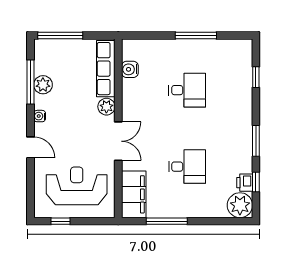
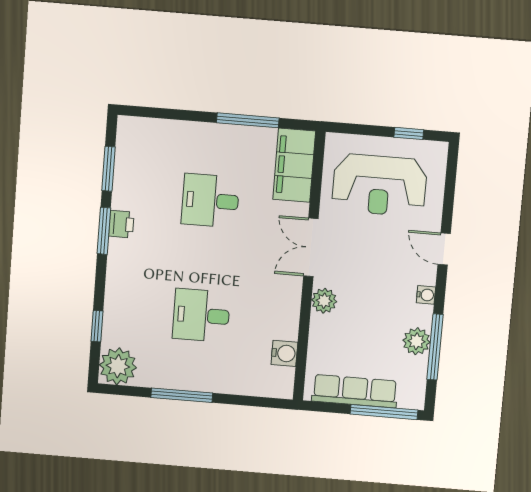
row of seats: (106, 69) -> (355, 391), moved, turned -90
window: (256, 182) -> (108, 169), width x1.50
printer: (245, 183) -> (121, 224), moved
plant: (240, 205) -> (118, 366), moved

